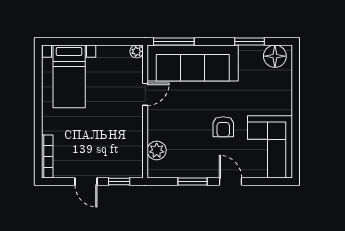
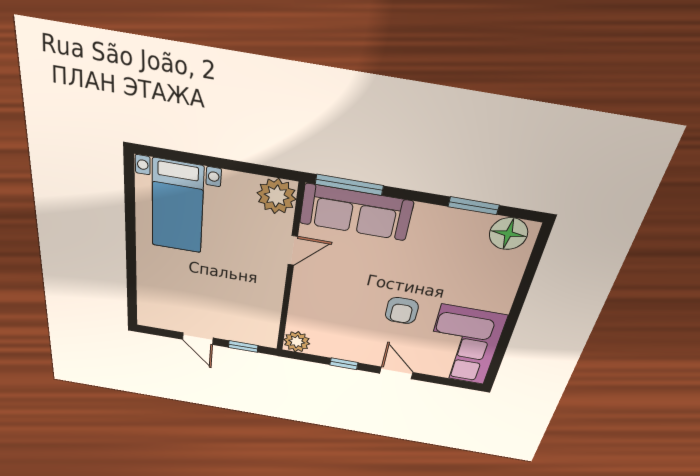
plant: (137, 51) -> (277, 196), width x1.88, depth x1.88
sofa: (193, 63) -> (356, 212), width x0.74, depth x0.79
plant: (157, 150) -> (297, 342), moved
bookcase: (47, 157) -> (145, 302), removed
window: (192, 182) -> (344, 364), width x0.67

